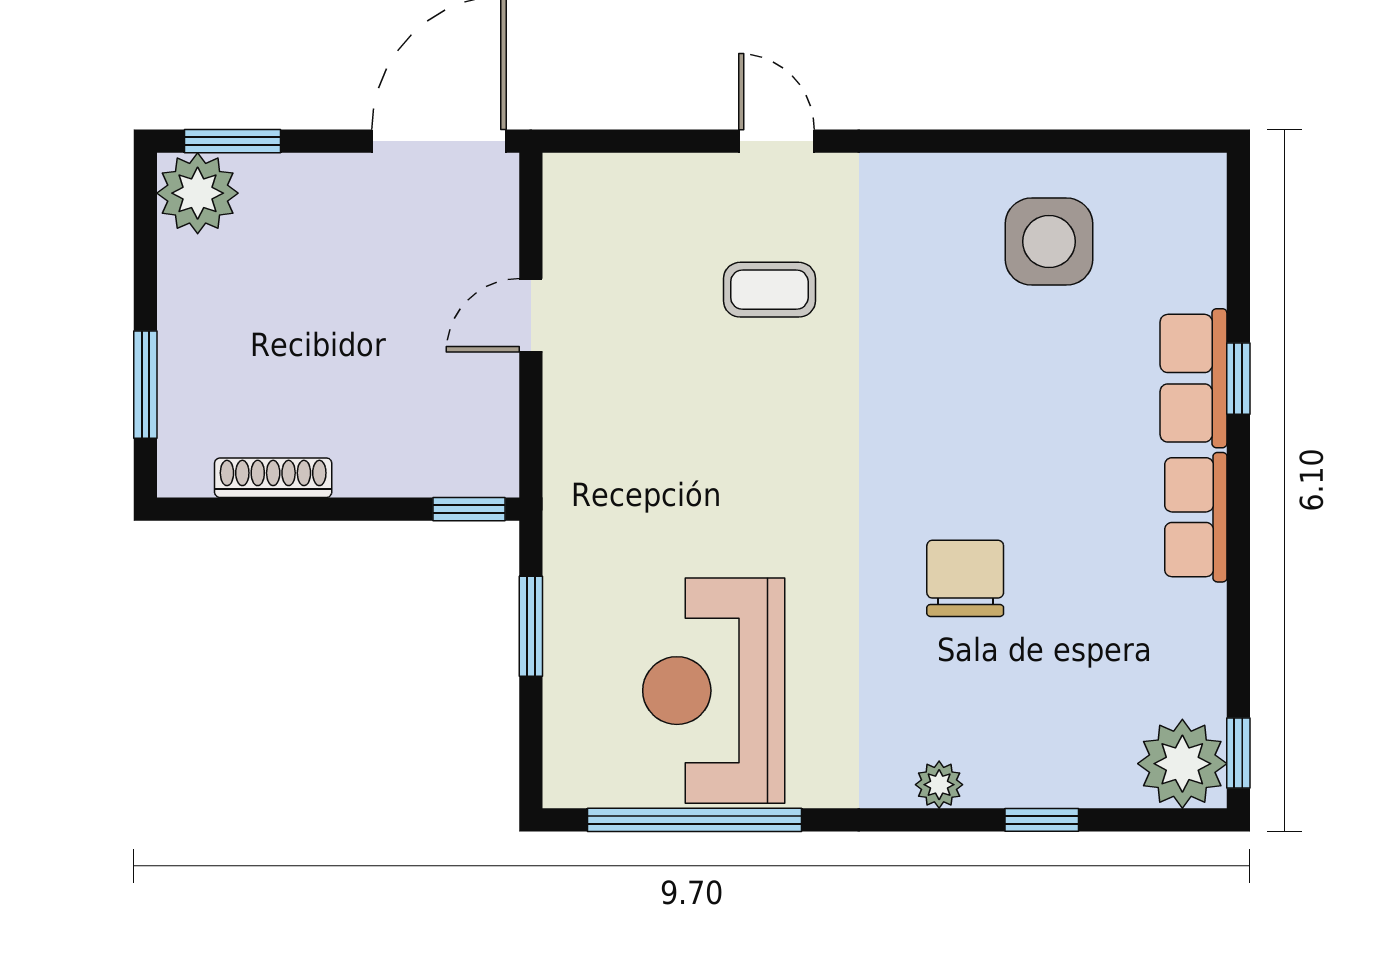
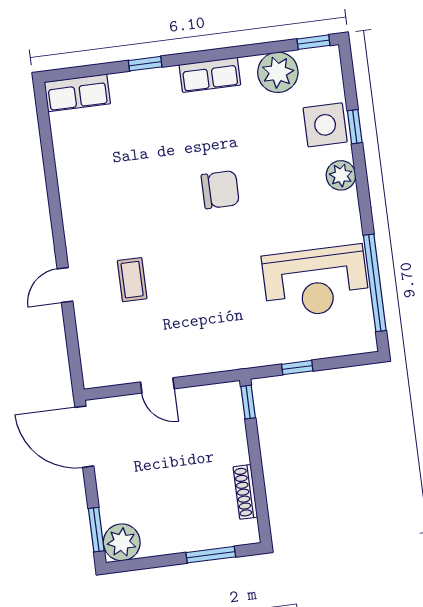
side table: (1049, 242) -> (325, 125), moved
row of seats: (1194, 378) -> (77, 93), moved
chair: (965, 578) -> (220, 190), moved, turned 180
window: (531, 626) -> (297, 368), width x0.67
plant: (1182, 764) -> (278, 72), moved
plant: (939, 785) -> (341, 175), width x1.38, depth x1.38

